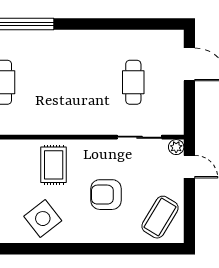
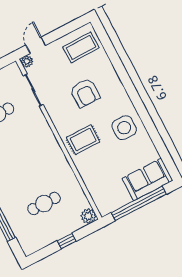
coffee table: (160, 217) -> (81, 47), turned -32
side table: (43, 219) -> (124, 128), turned 38

